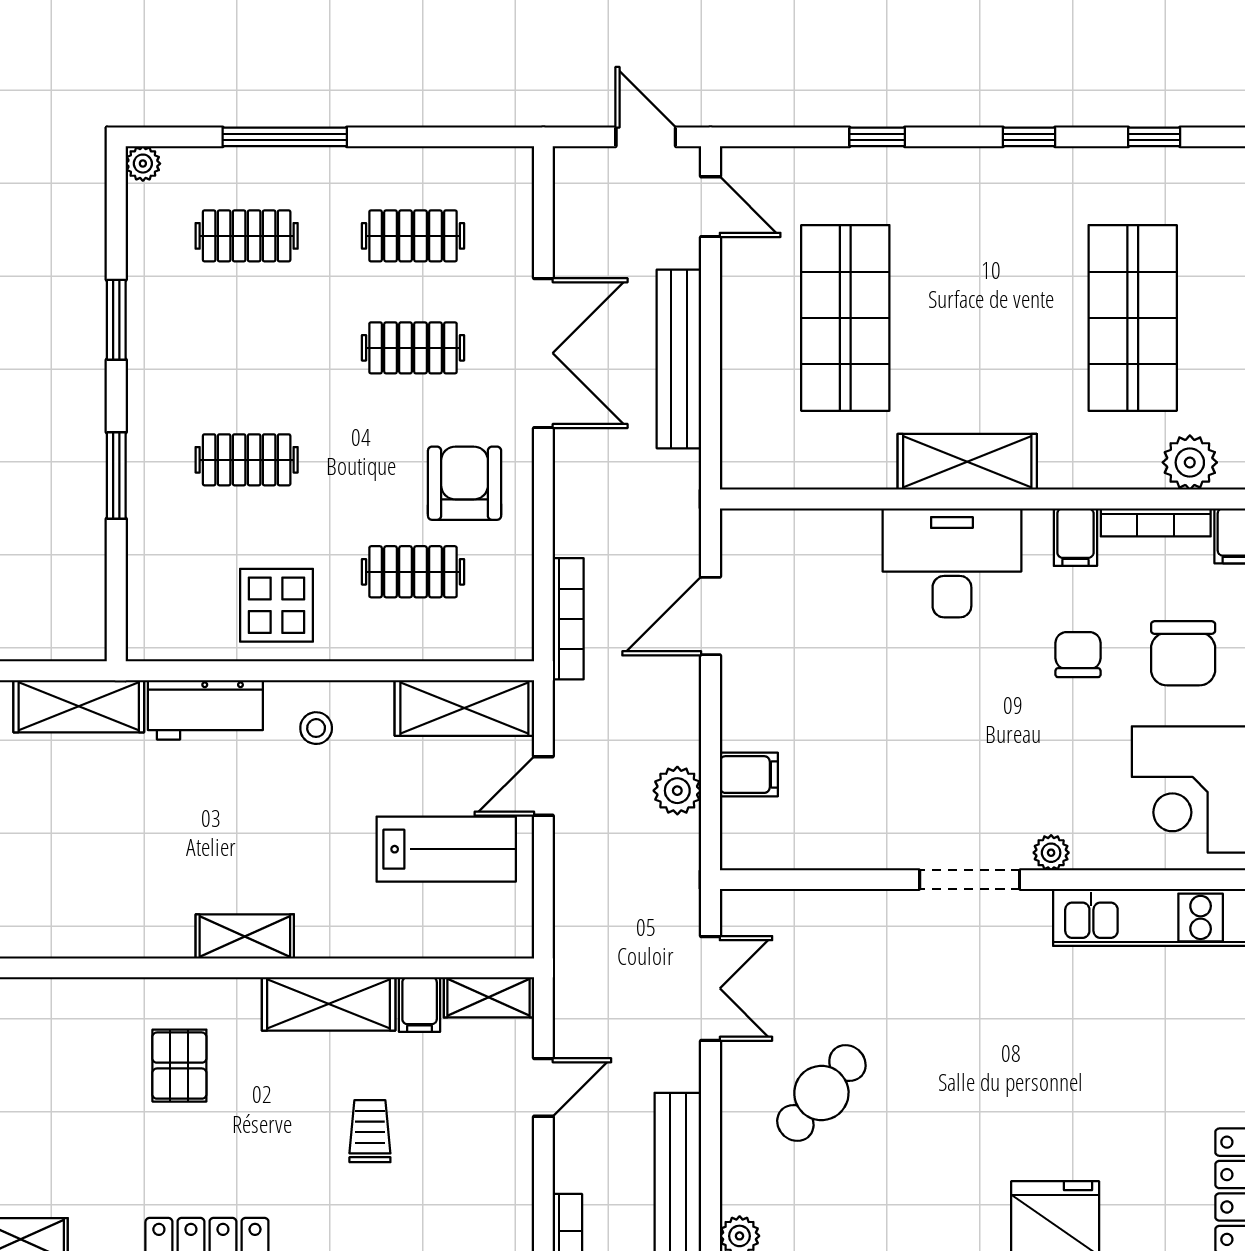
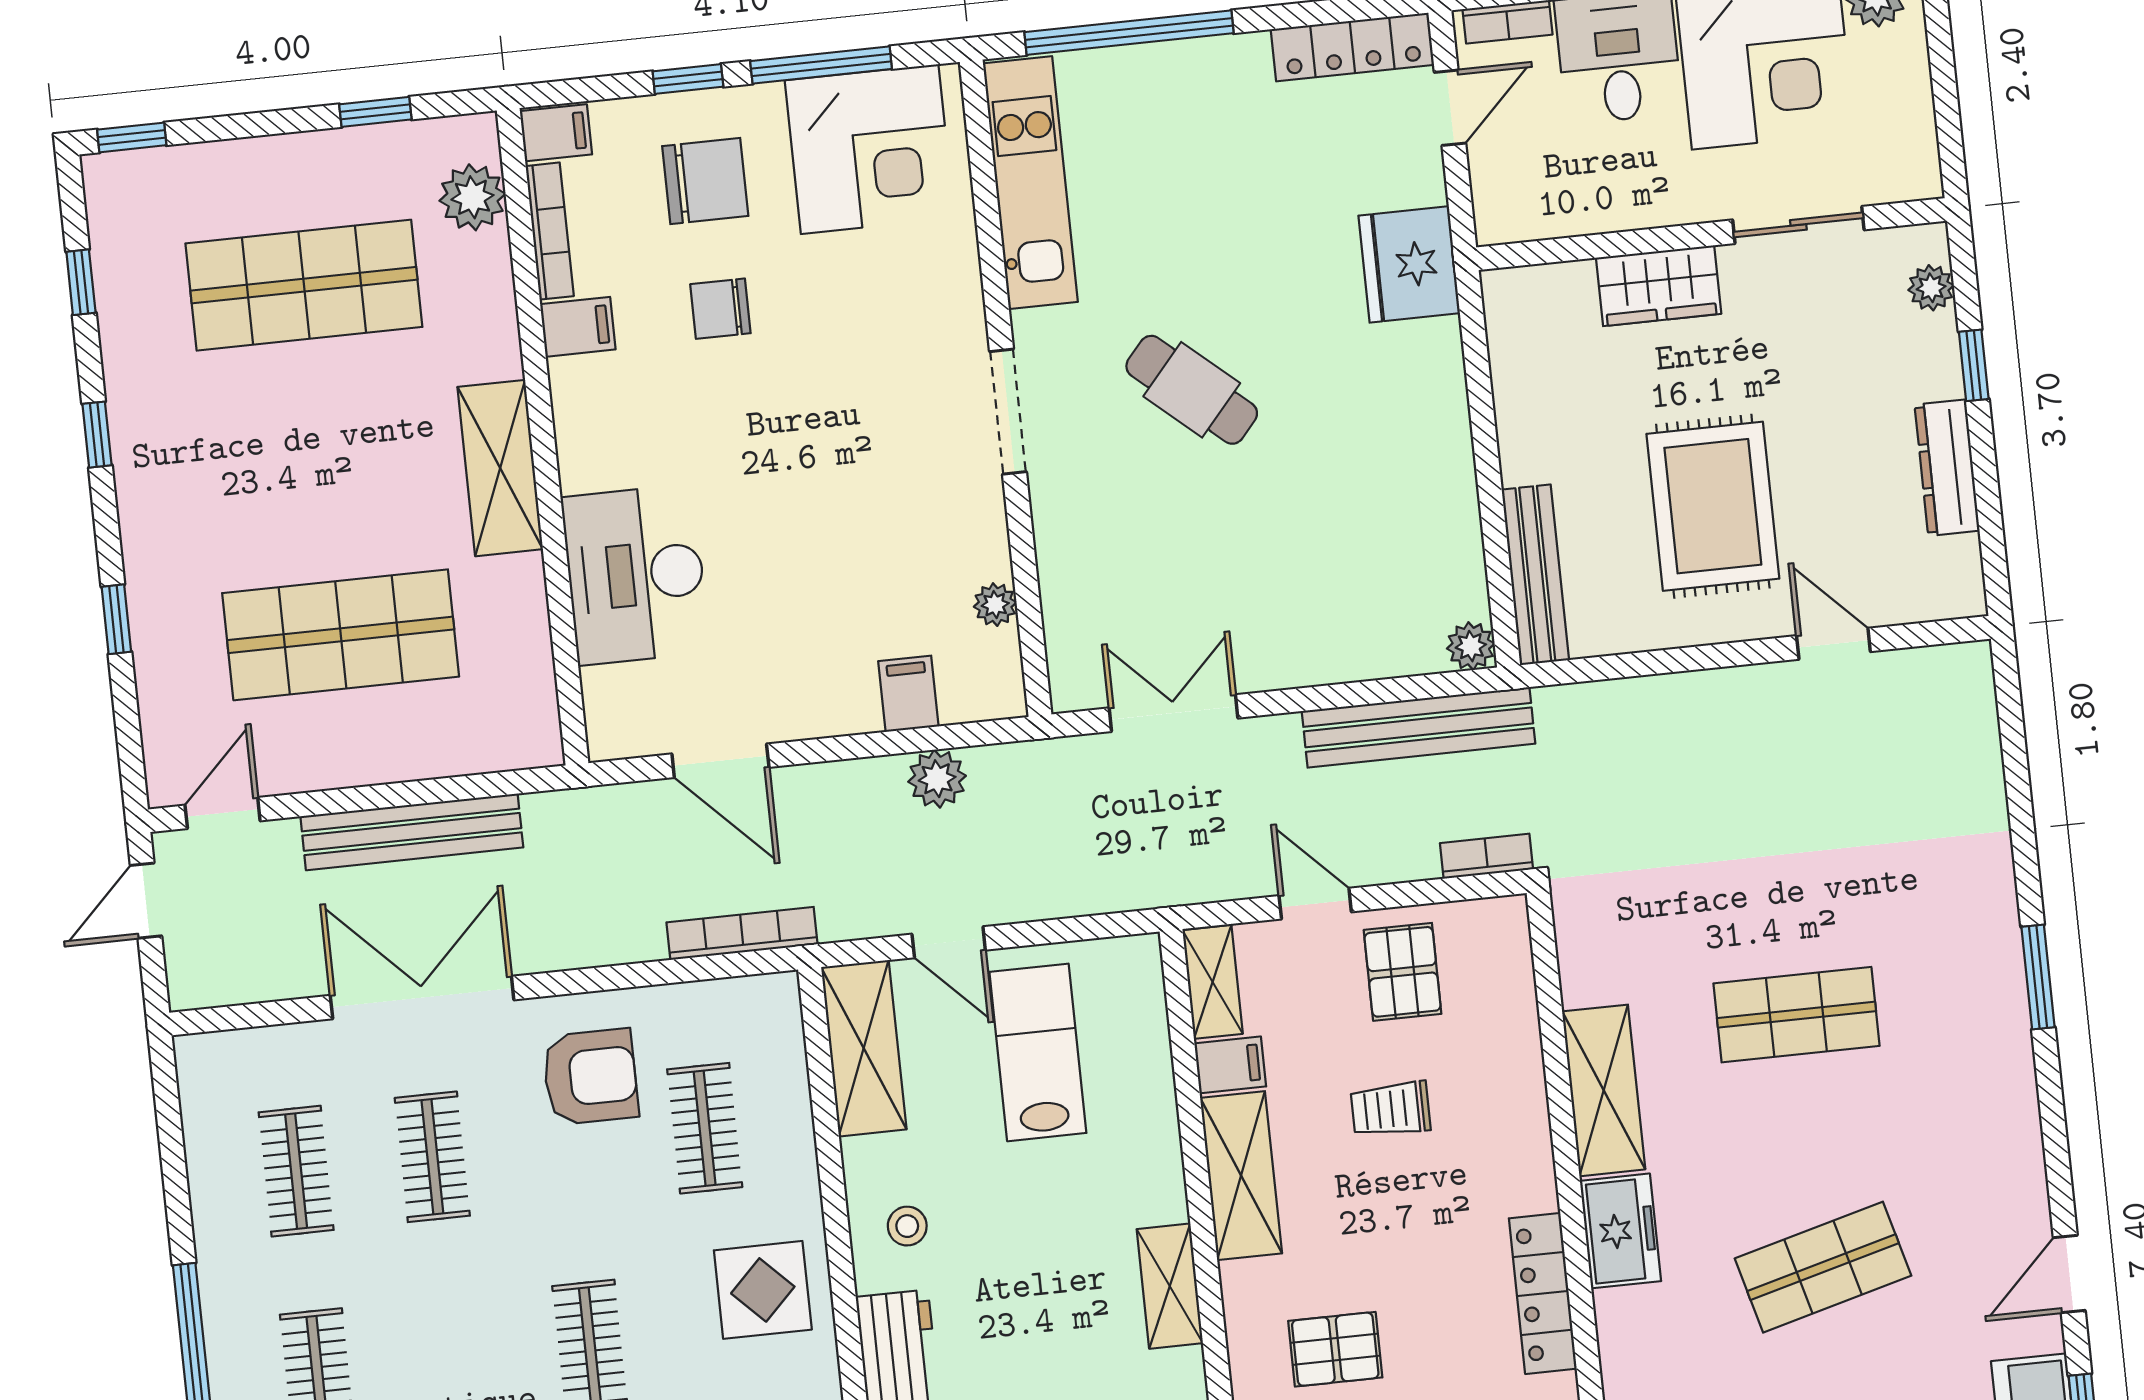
armchair: (465, 483) -> (590, 1077), turned 180
desk: (952, 563) -> (635, 575), moved
plant: (1051, 853) -> (995, 605), moved
cafe table: (821, 1093) -> (1192, 390), moved
pallet: (480, 1153) -> (1403, 972), added

